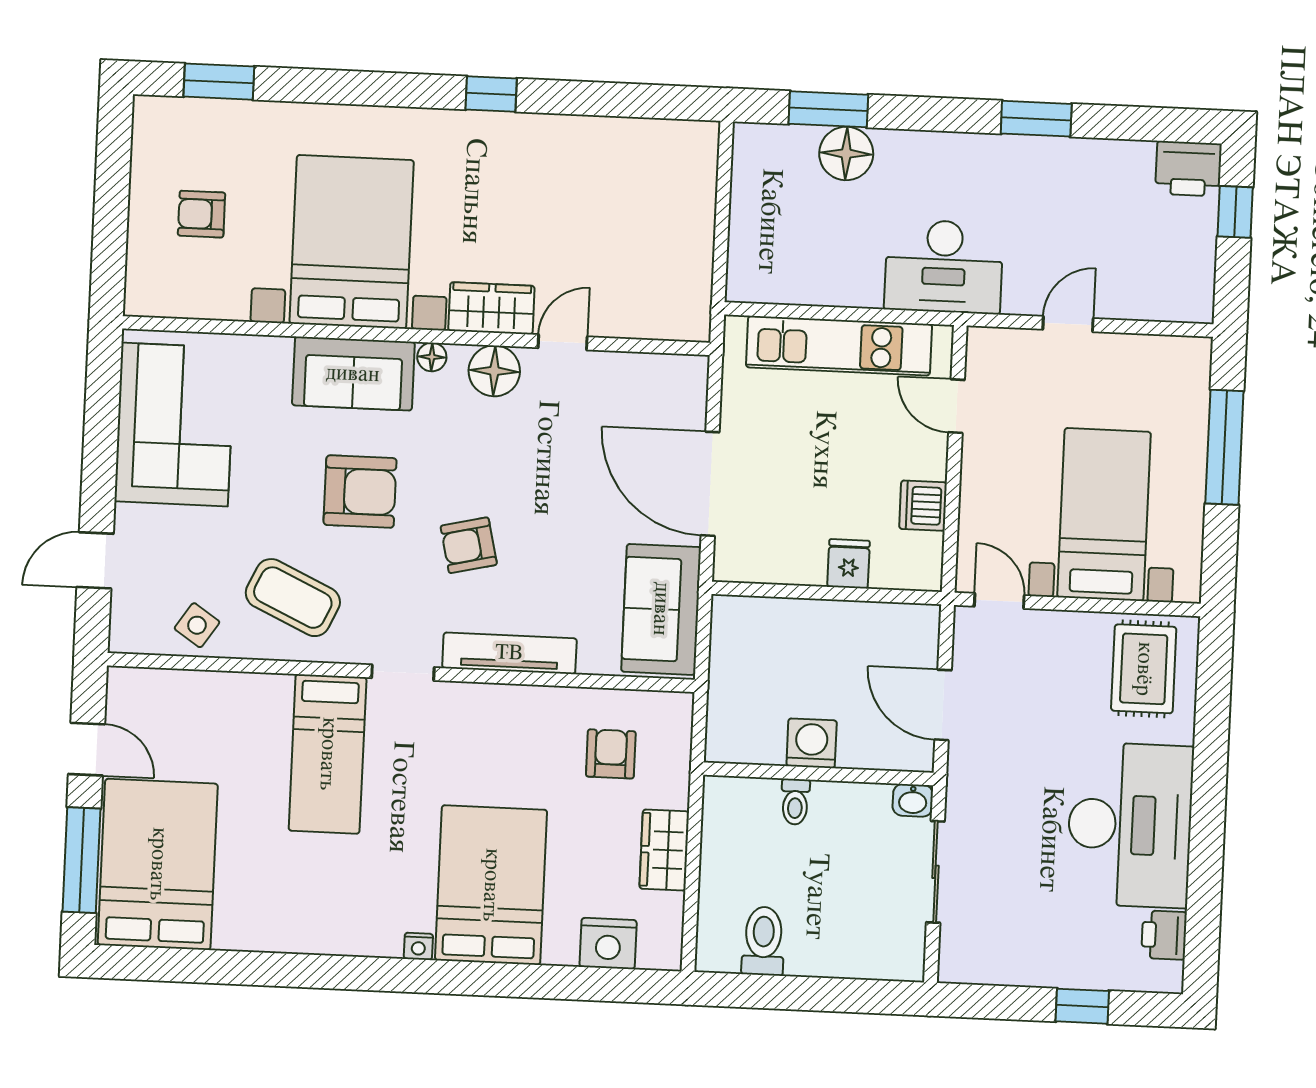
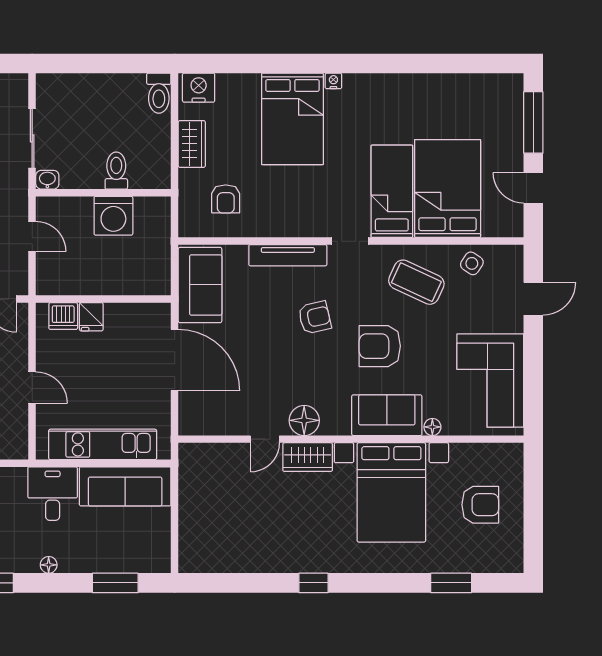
window: (219, 82) -> (451, 583), moved
floor lamp: (846, 153) -> (49, 565), moved, width x0.53, depth x0.53
armchair: (201, 214) -> (480, 505), width x1.38, depth x1.38
desk: (944, 267) -> (53, 494), width x0.73
sofa: (804, 273) -> (125, 486), added
floor lamp: (432, 357) -> (432, 427), moved
door: (957, 406) -> (32, 388), moved
dishwasher: (923, 506) -> (63, 316), moved, turned 90
door: (943, 705) -> (32, 237), width x0.73
washing machine: (812, 743) -> (113, 216), width x1.37, depth x1.37
toilet: (795, 802) -> (116, 171), width x1.37, depth x1.39
bed: (158, 864) -> (448, 189), moved, turned 180
toilet: (763, 941) -> (159, 93), moved
nightstand: (608, 943) -> (199, 88), moved

